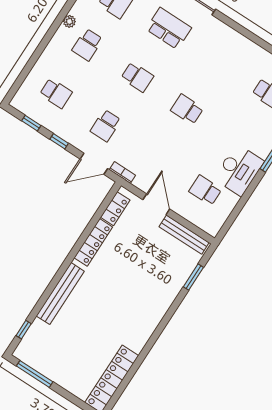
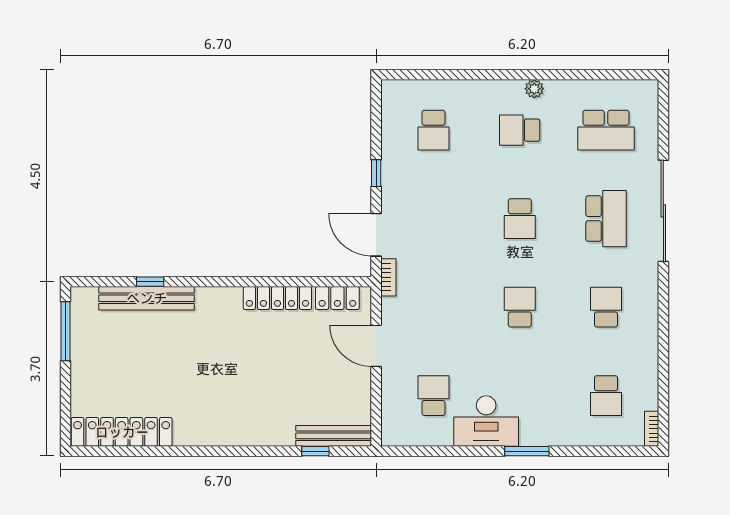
window: (31, 123) -> (376, 123), removed
school desk: (106, 126) -> (606, 307), moved, turned 90
door: (156, 204) -> (376, 346), swing flipped
bench: (184, 235) -> (334, 436), moved, turned 90
window: (193, 277) -> (315, 451), width x0.67
bench: (60, 294) -> (147, 298), moved
window: (24, 330) -> (150, 282), moved

